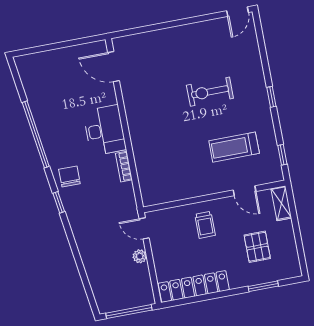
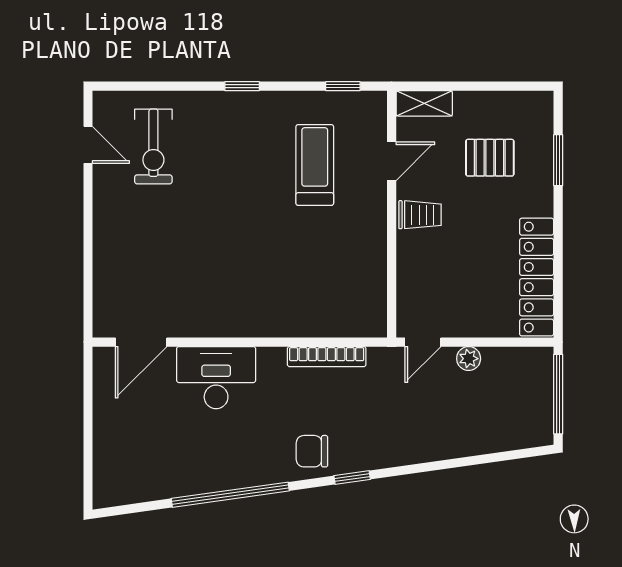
door: (238, 12) -> (88, 145), moved
exercise bike: (210, 92) -> (153, 147), moved
desk: (105, 130) -> (216, 378), moved
treadmill: (234, 147) -> (315, 165), turned 180
bookcase: (124, 167) -> (327, 357), width x1.56
trolley: (205, 225) -> (420, 215), moved

